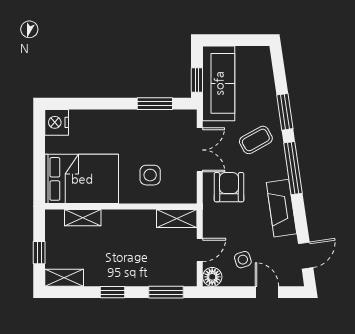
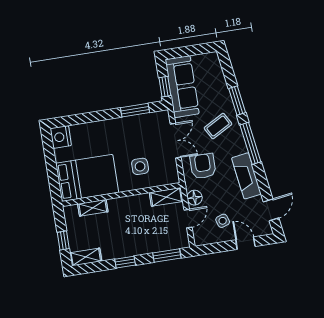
floor lamp: (212, 277) -> (195, 198), moved

